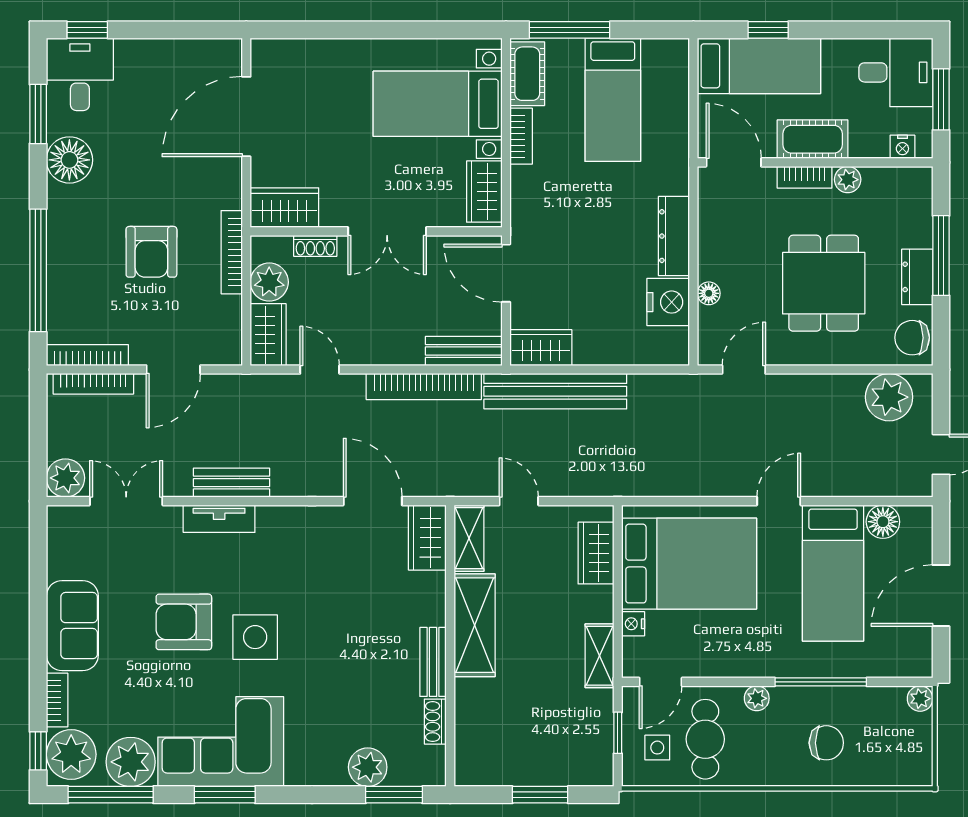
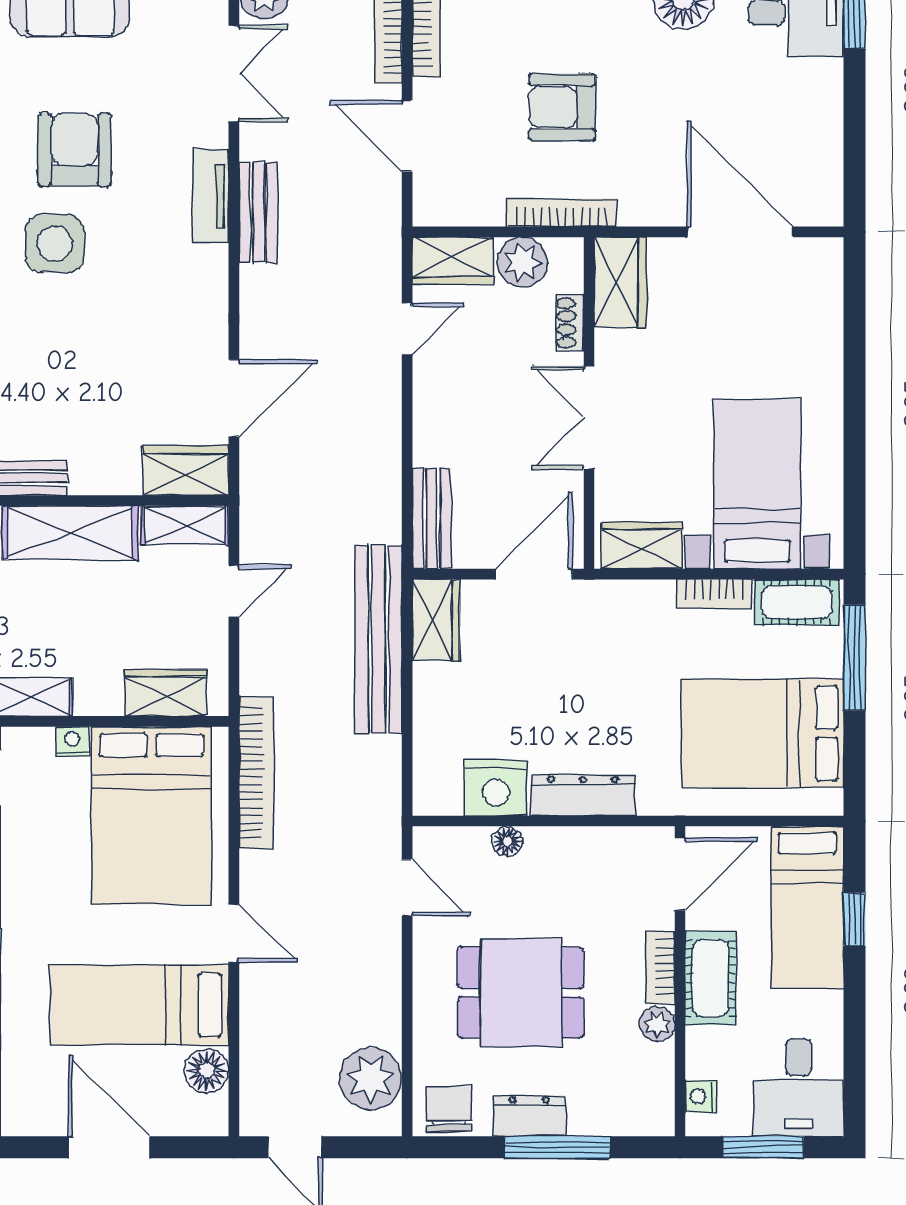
bed: (613, 100) -> (762, 733), width x1.50
bookcase: (424, 387) -> (256, 773), moved, turned 180

